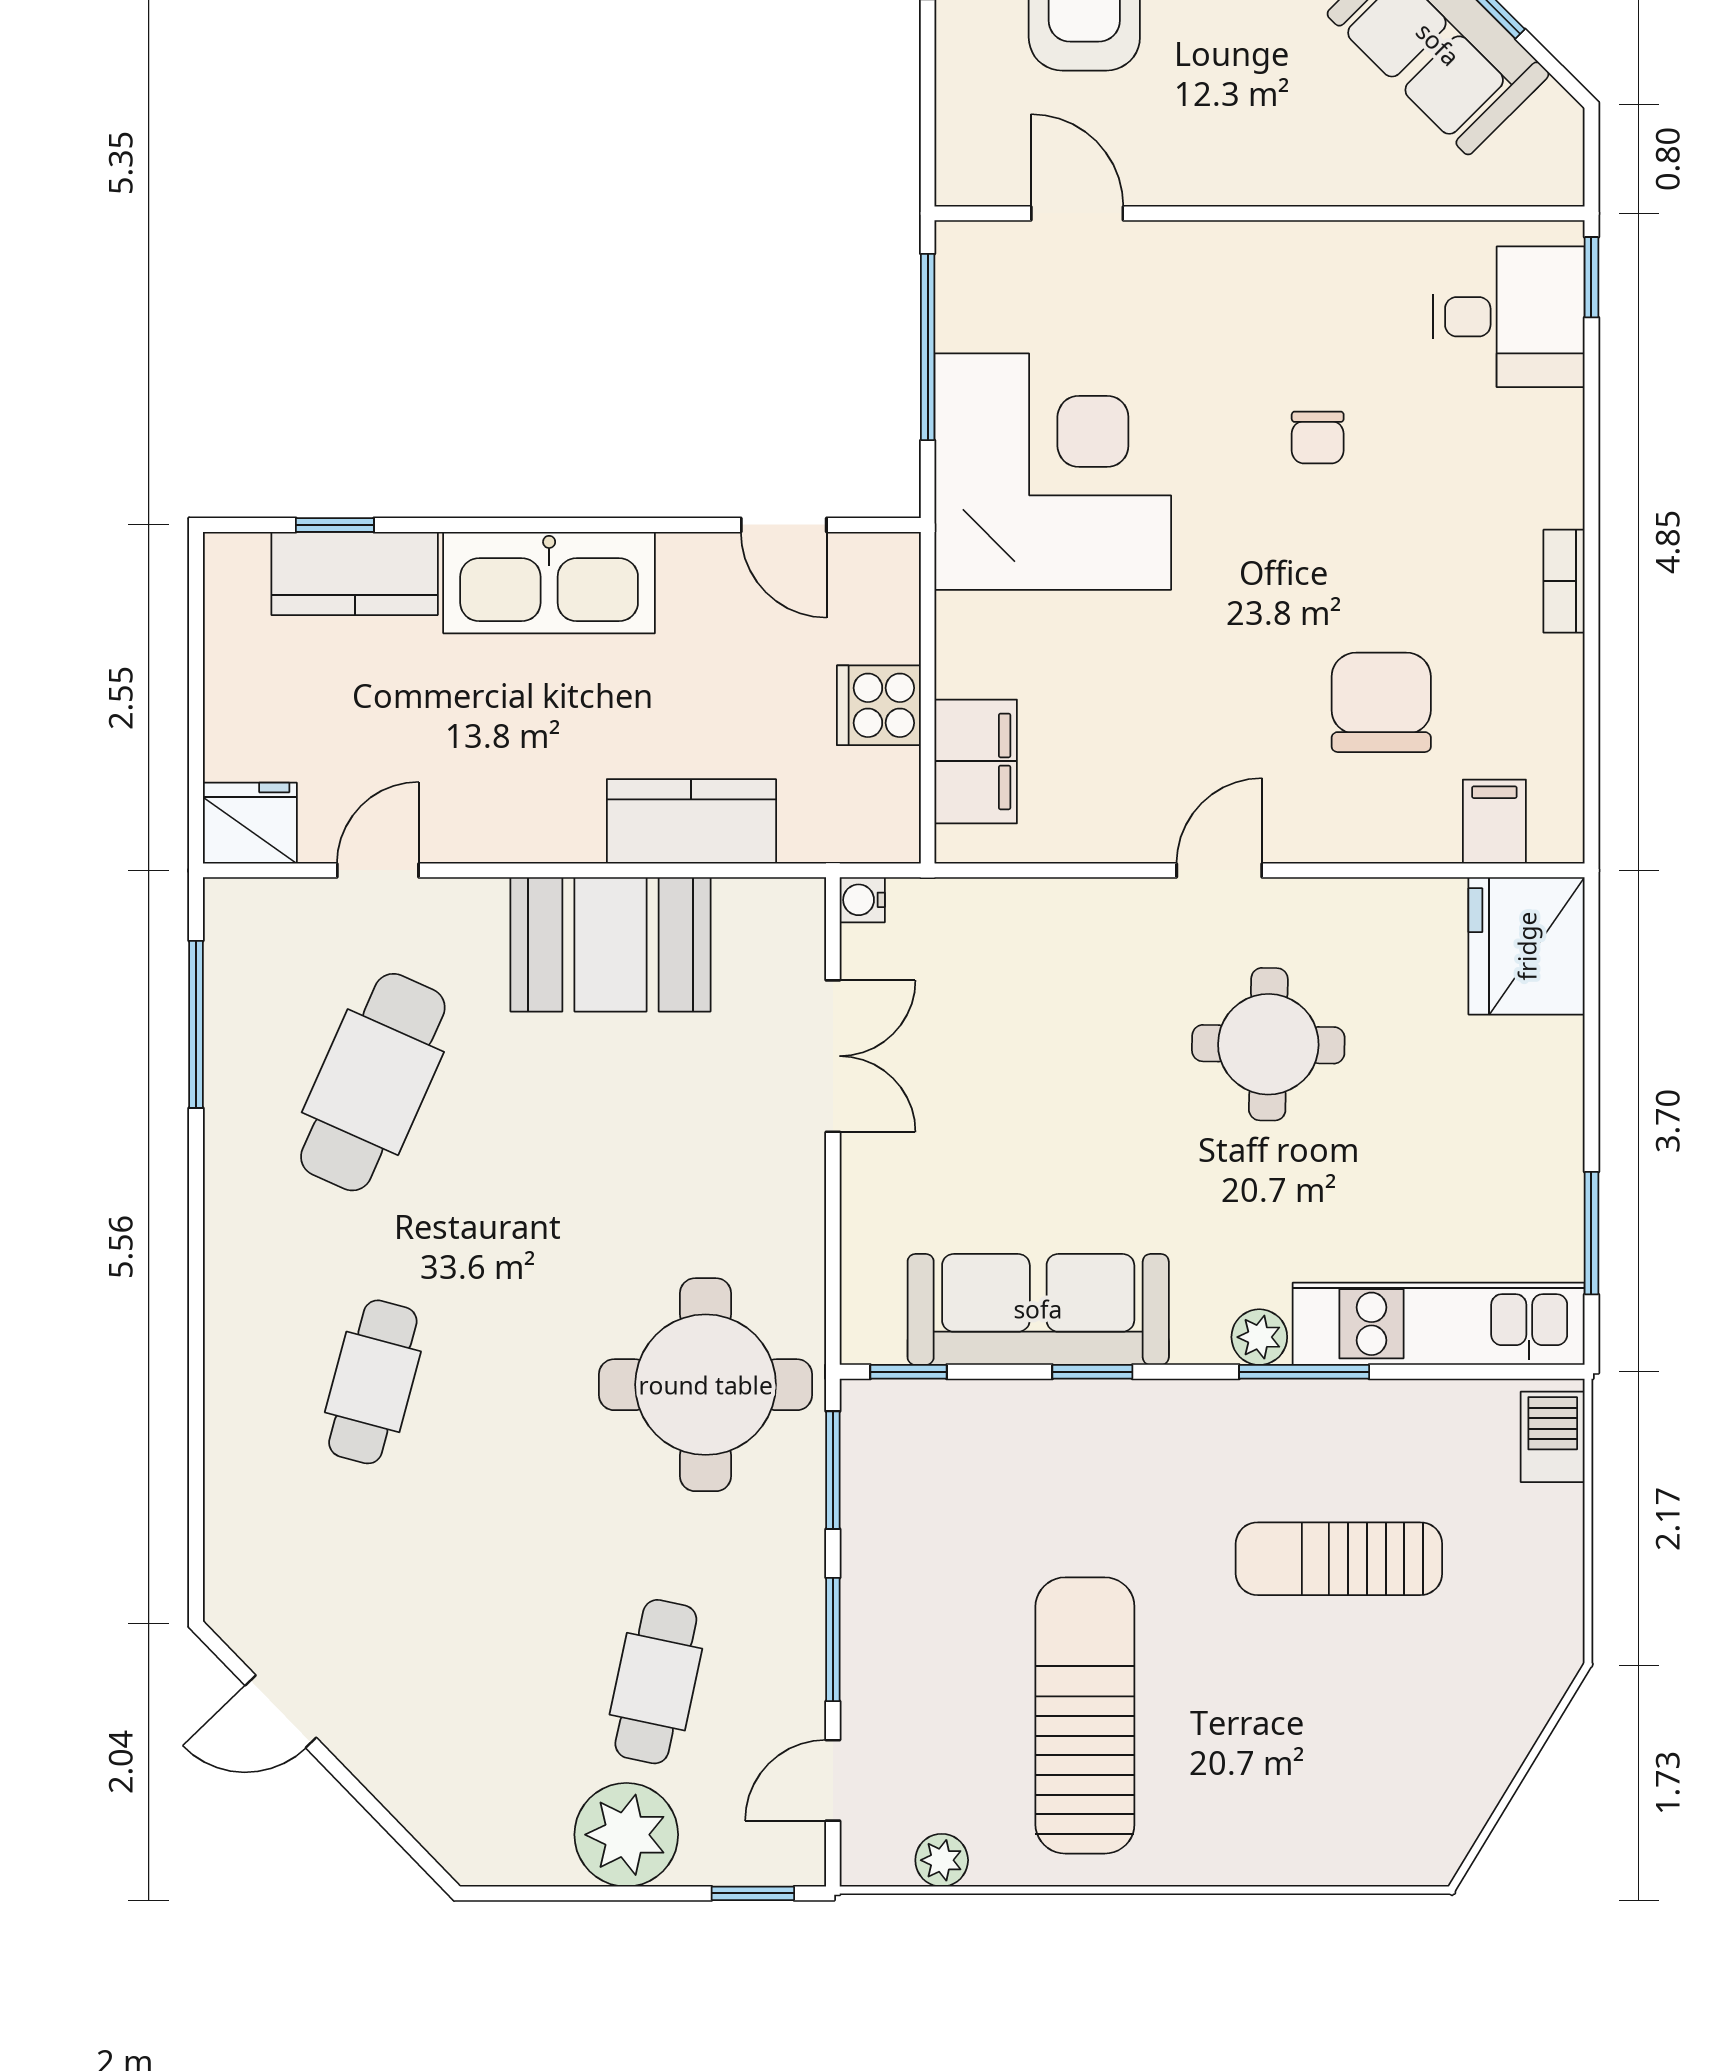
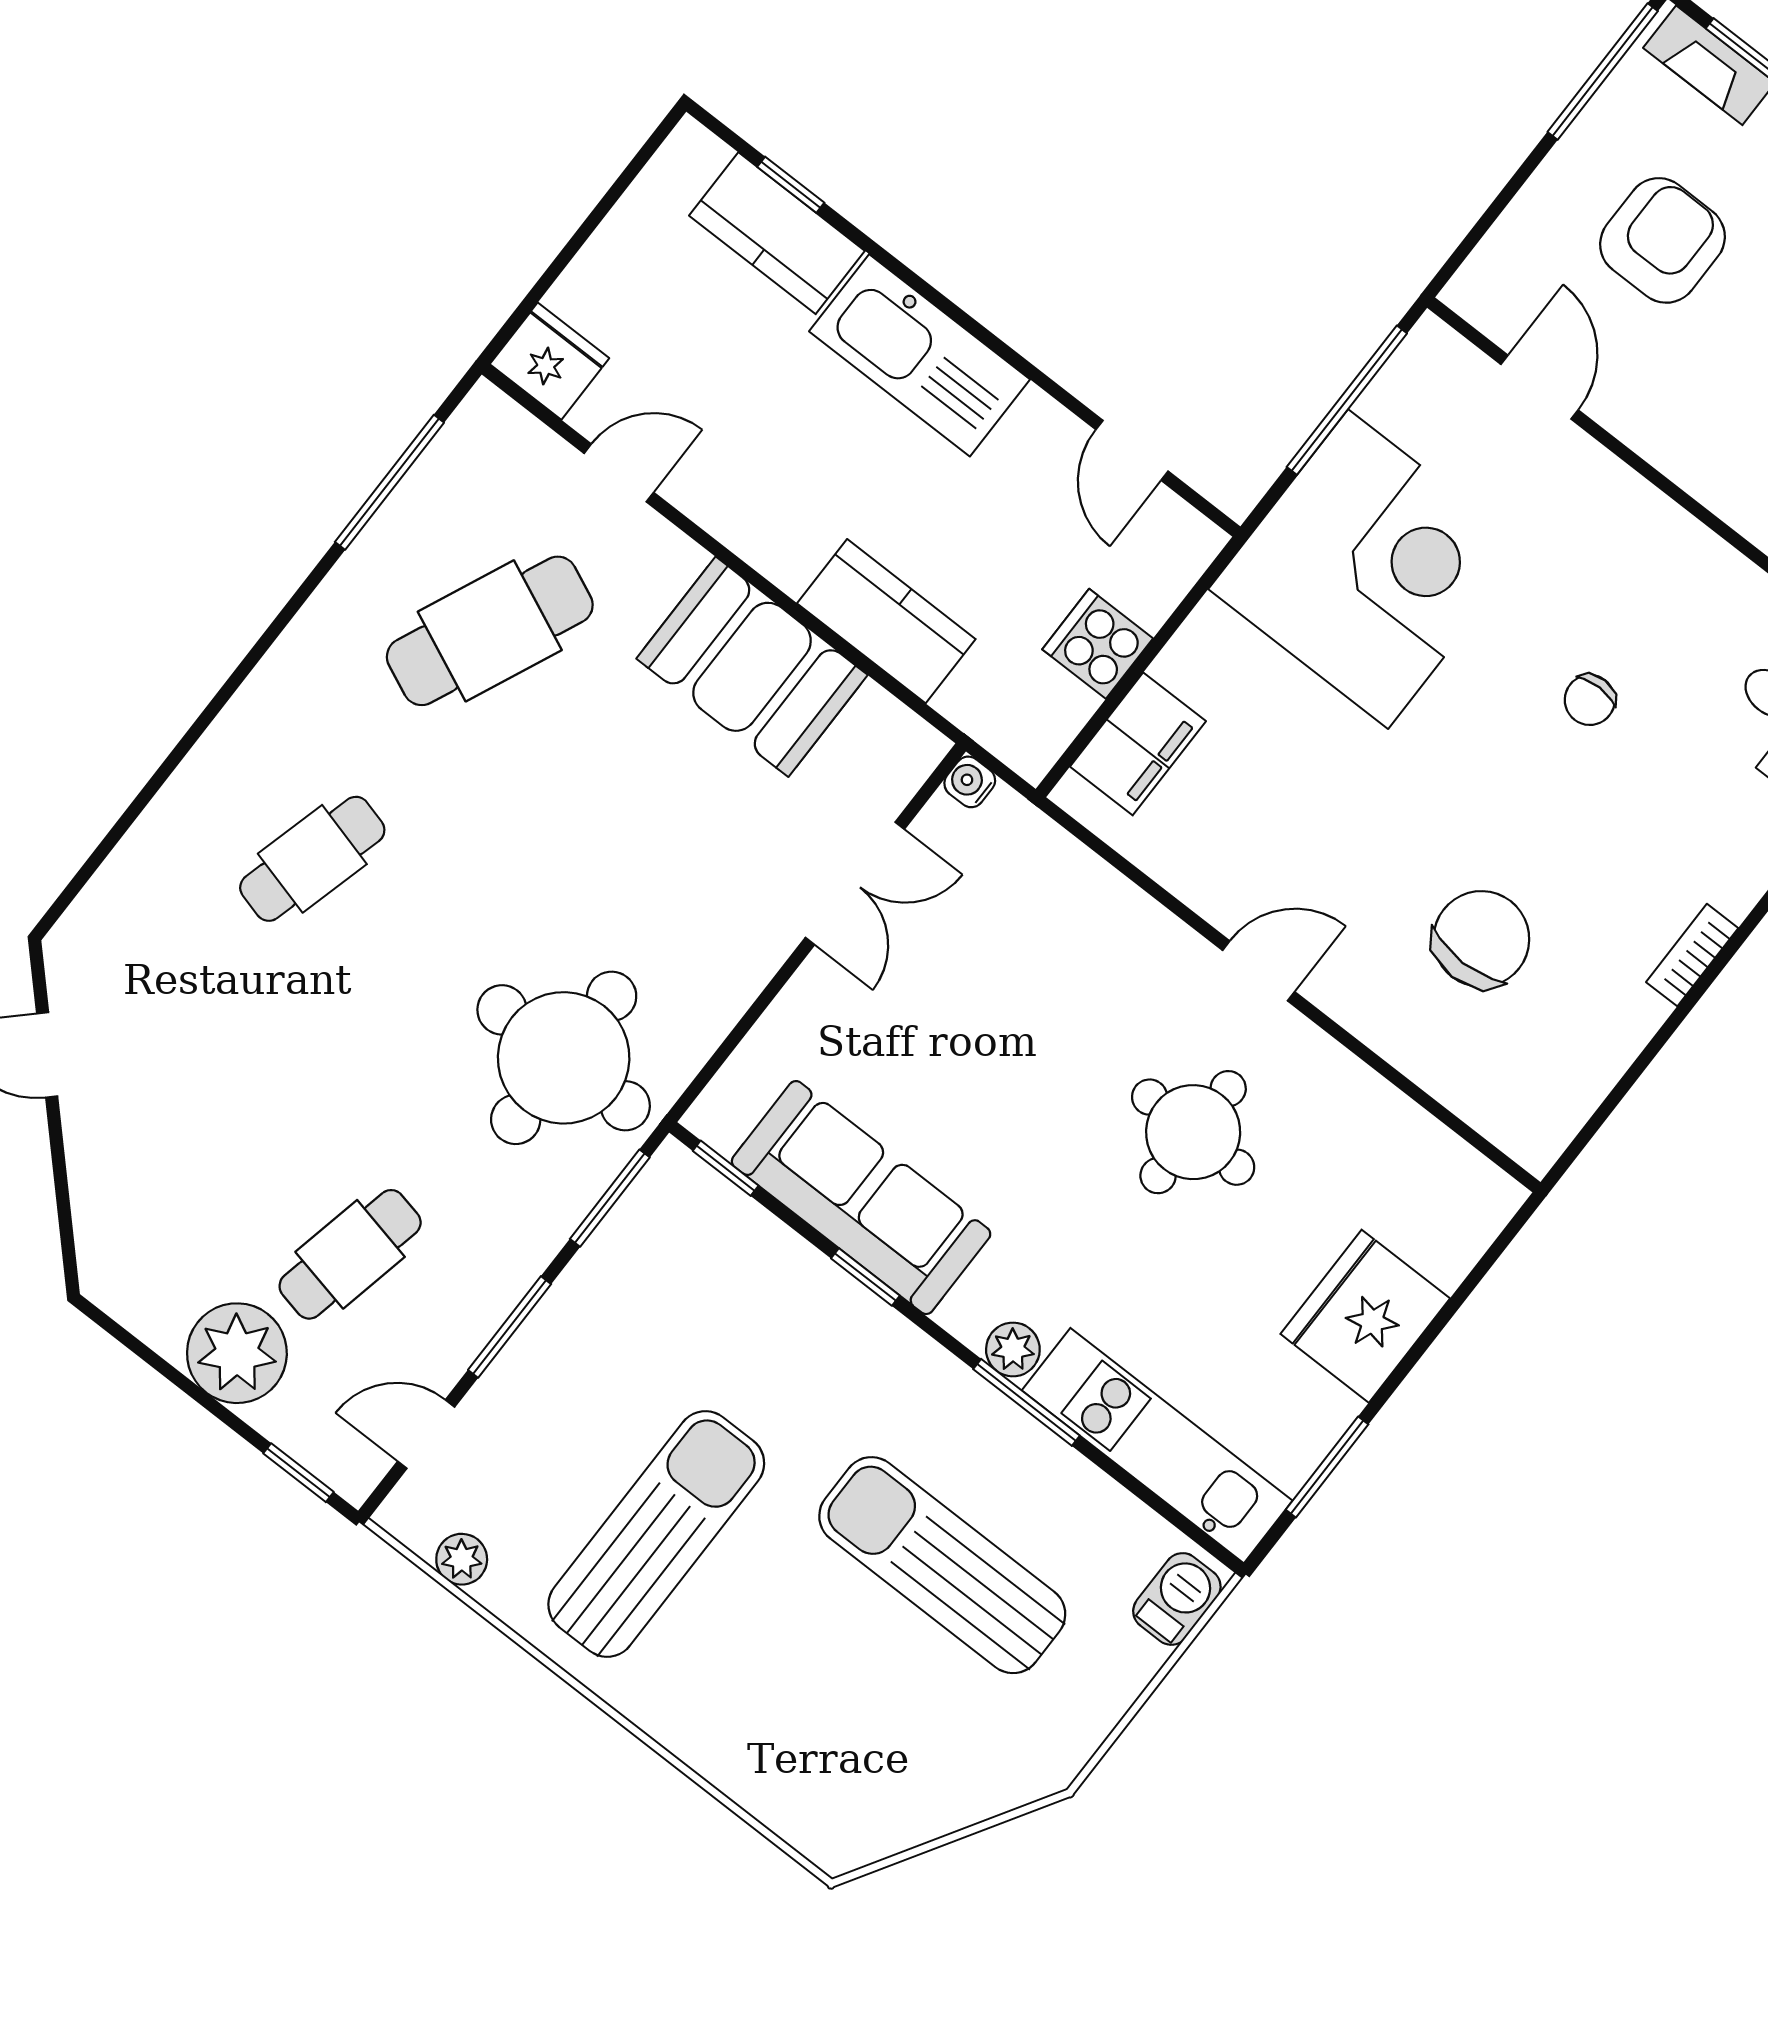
filing cabinet: (1494, 822) -> (1497, 1097), removed
fridge: (1527, 946) -> (1365, 1316), moved
sun lounger: (1339, 1559) -> (942, 1565), width x1.36, depth x1.34

